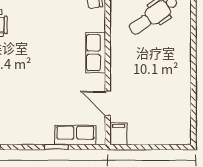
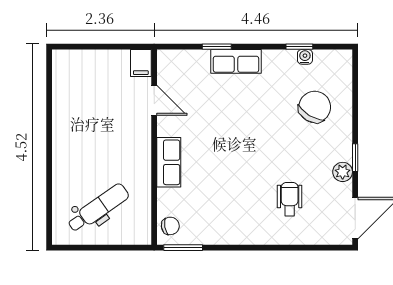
row of seats: (75, 135) -> (236, 61), moved

